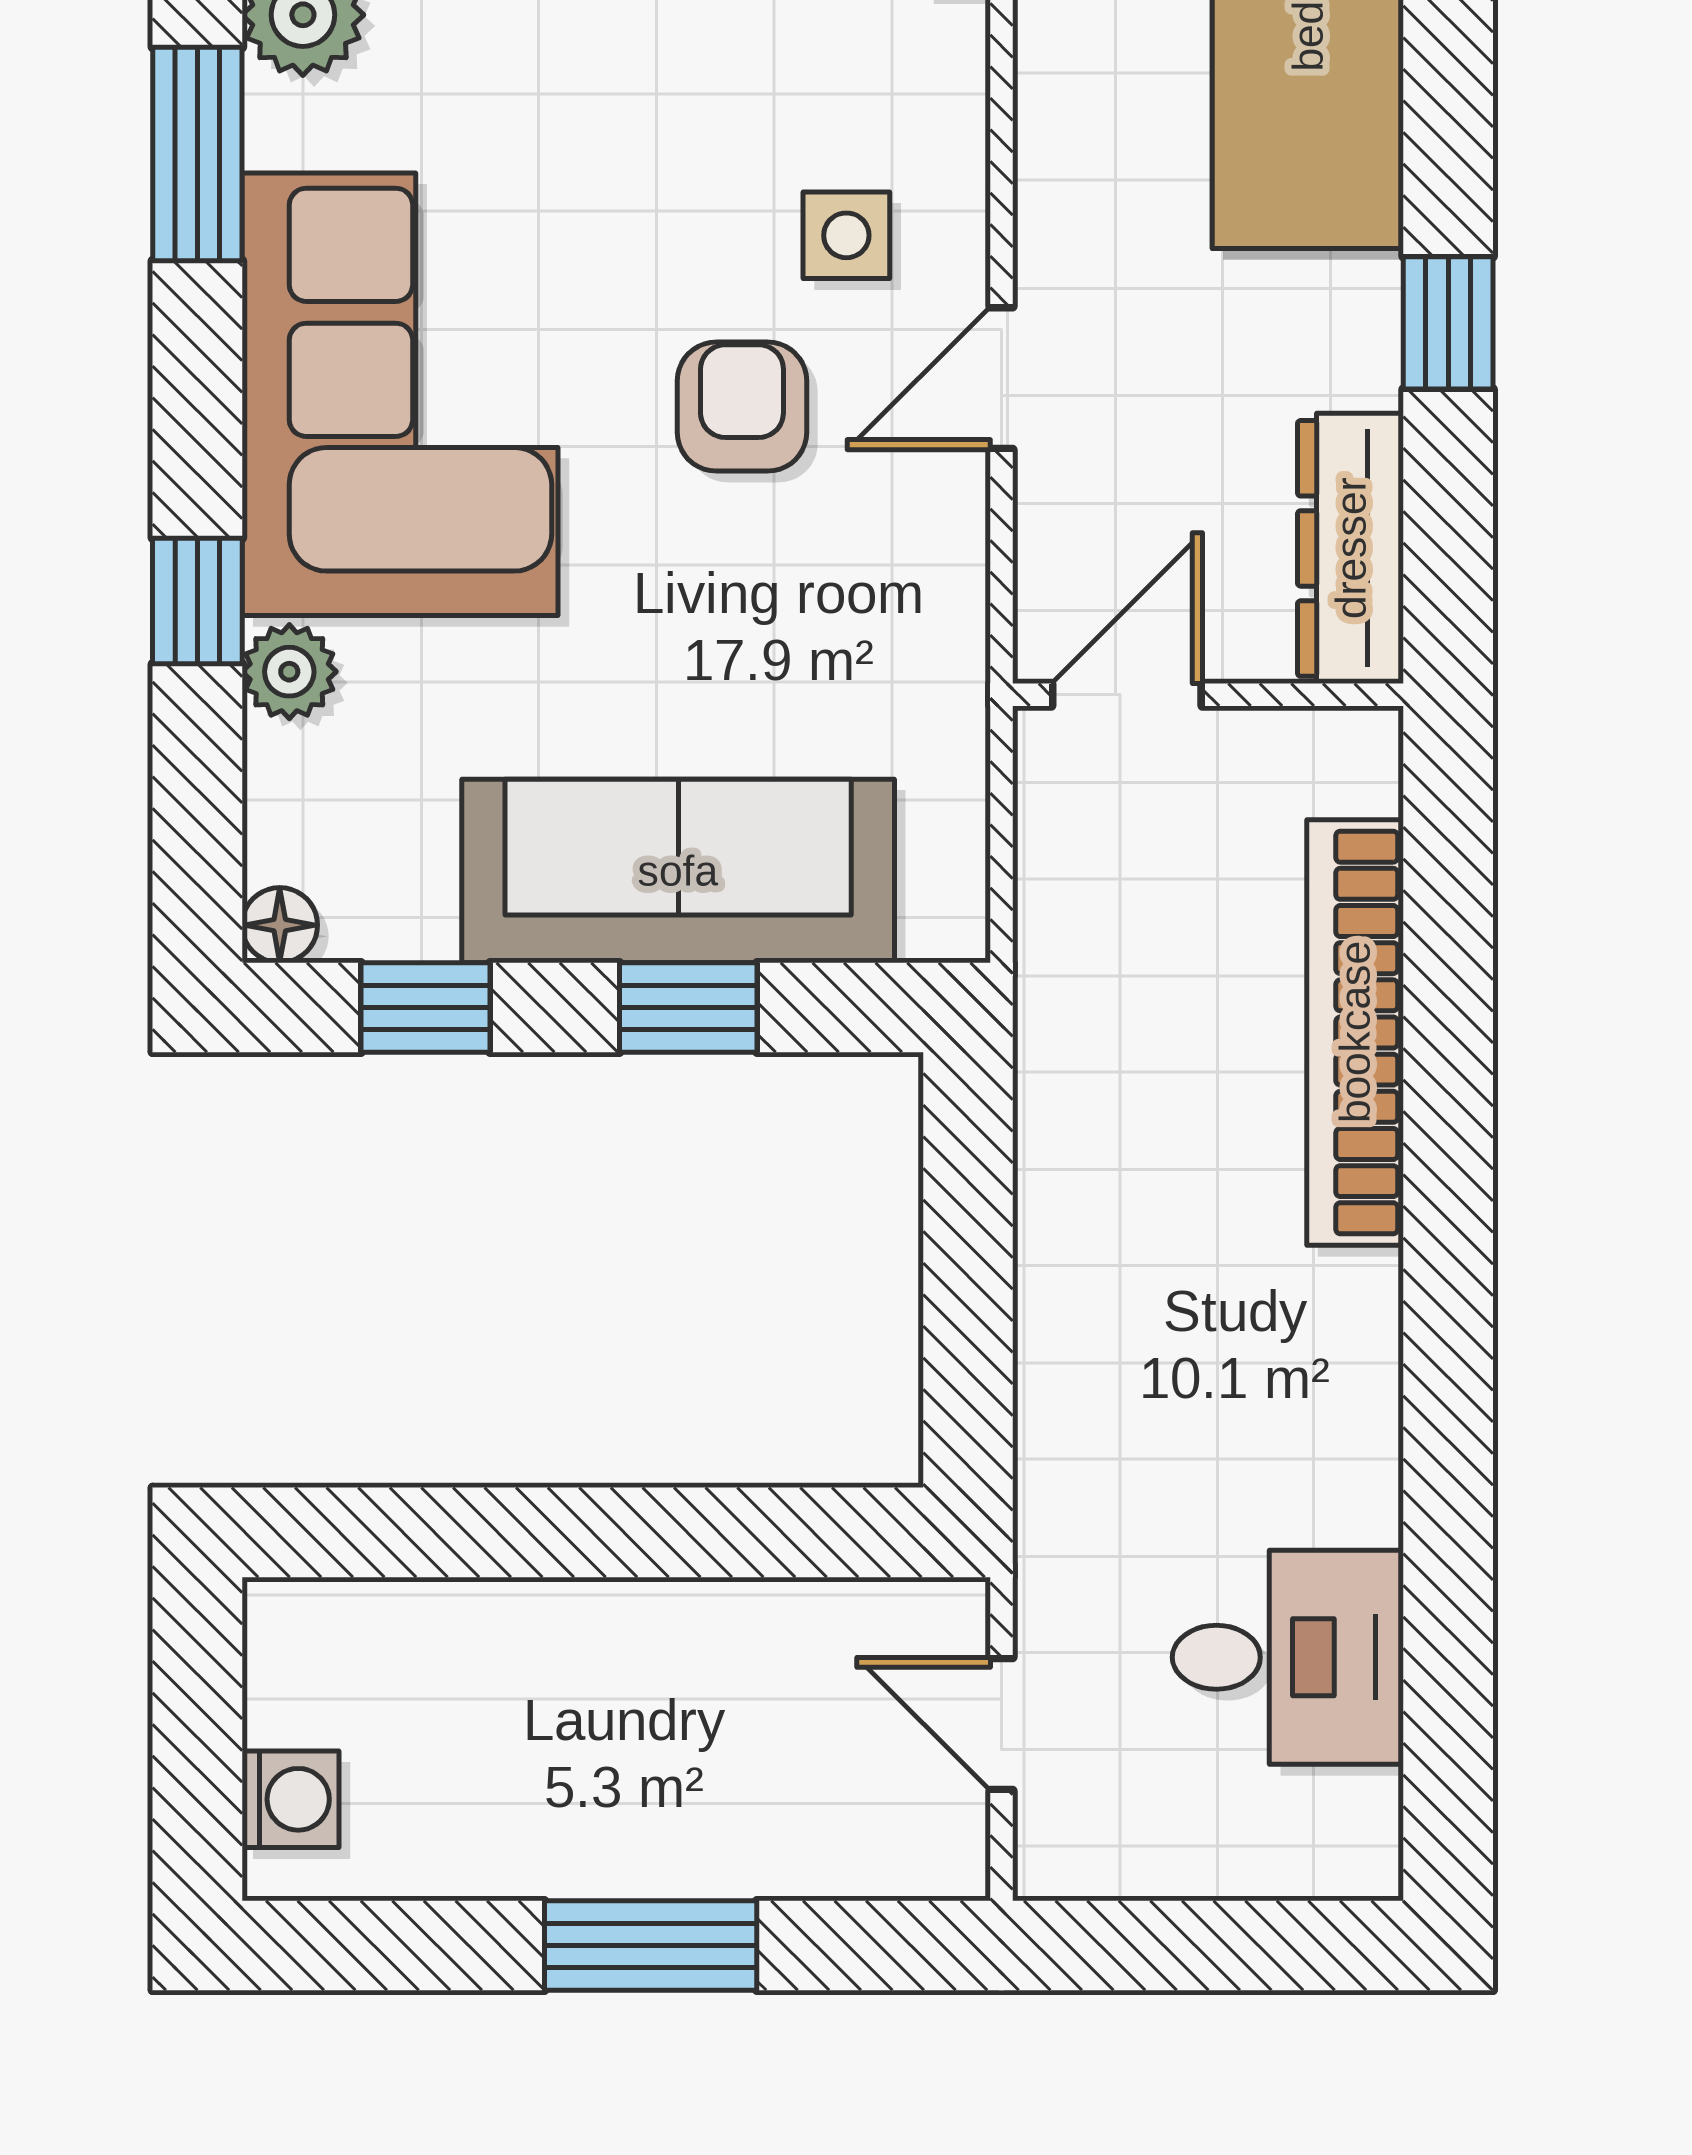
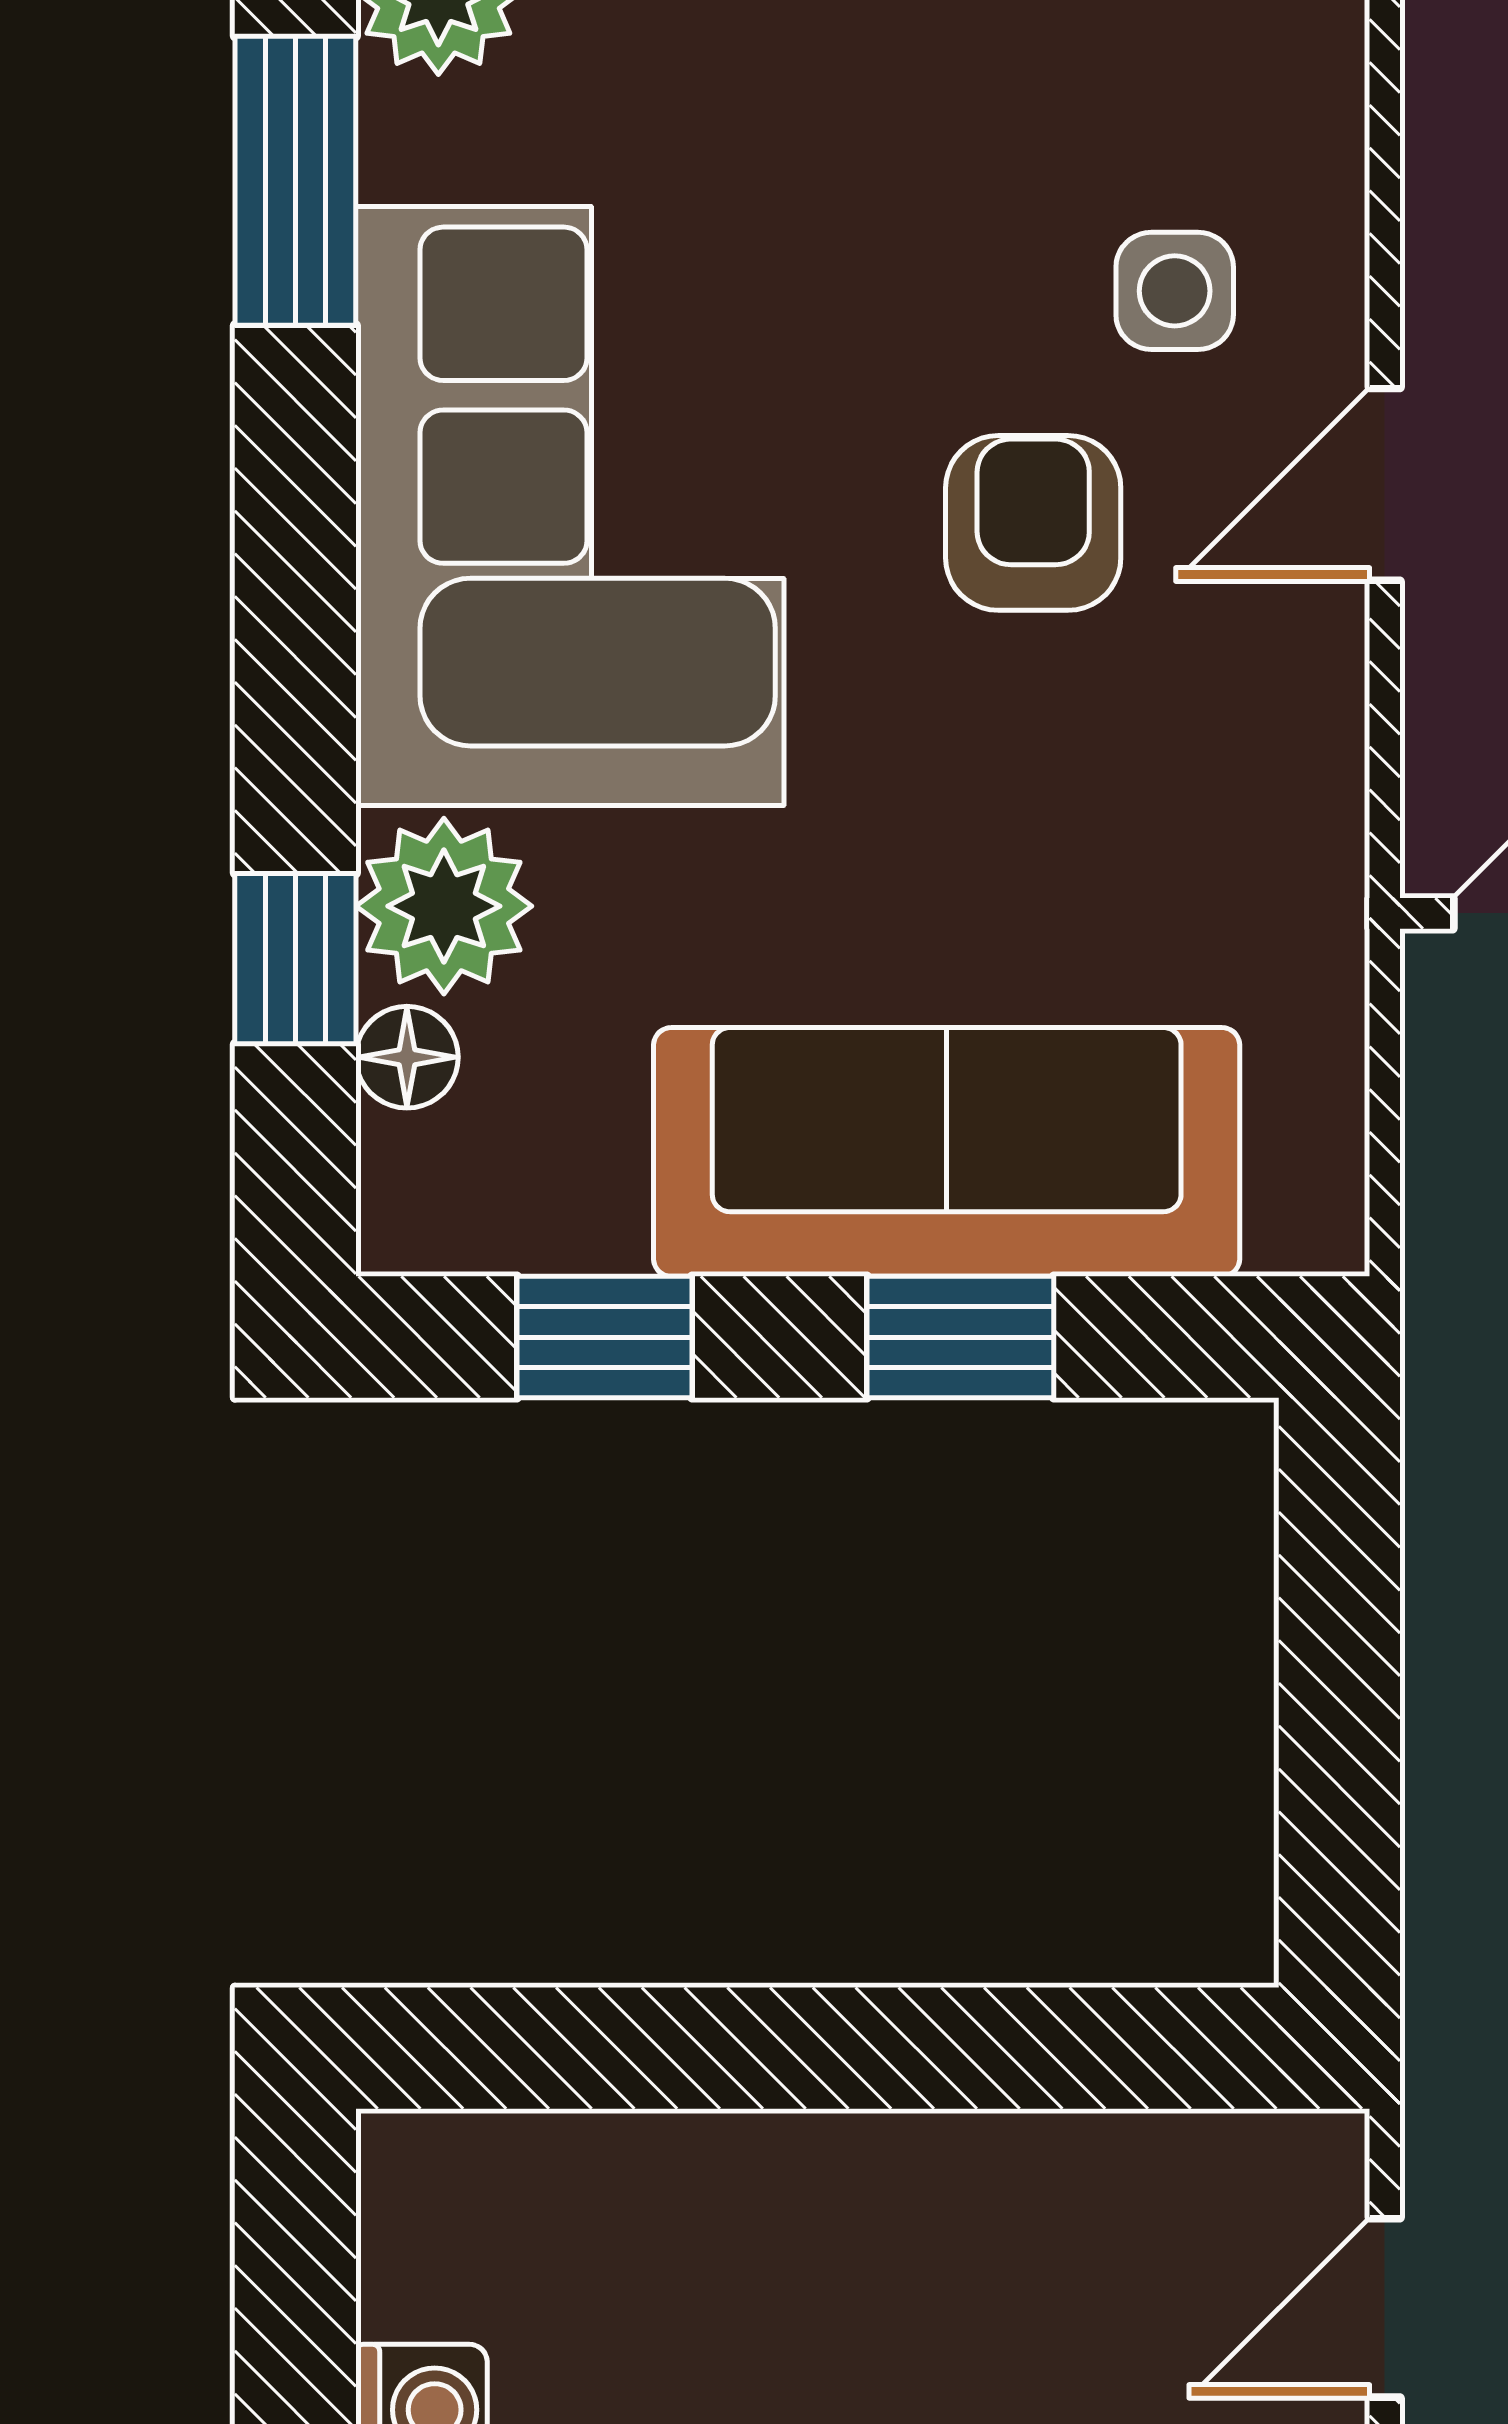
window: (197, 601) -> (295, 959), moved
plant: (289, 672) -> (444, 906), width x1.38, depth x1.38
floor lamp: (280, 925) -> (407, 1057), moved
door: (1001, 1724) -> (1385, 2308), hinge flipped

